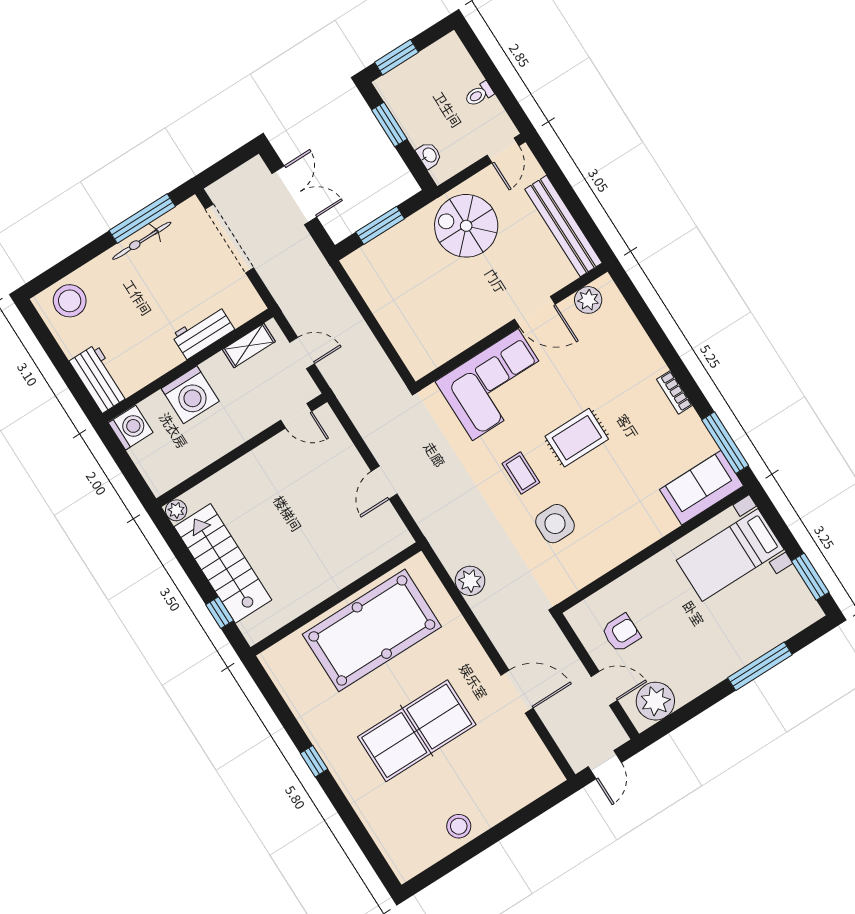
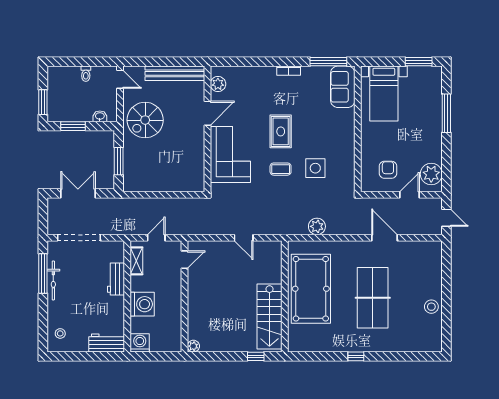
stool: (70, 301) -> (60, 333), width x0.53, depth x0.53
stairs: (223, 563) -> (269, 316), moved, turned -90
door: (517, 692) -> (384, 238), hinge flipped

